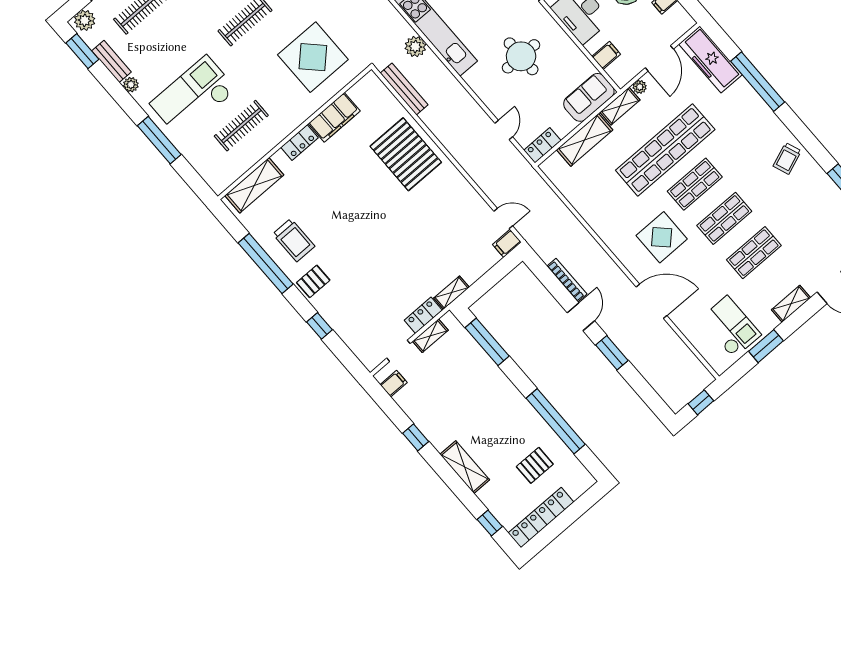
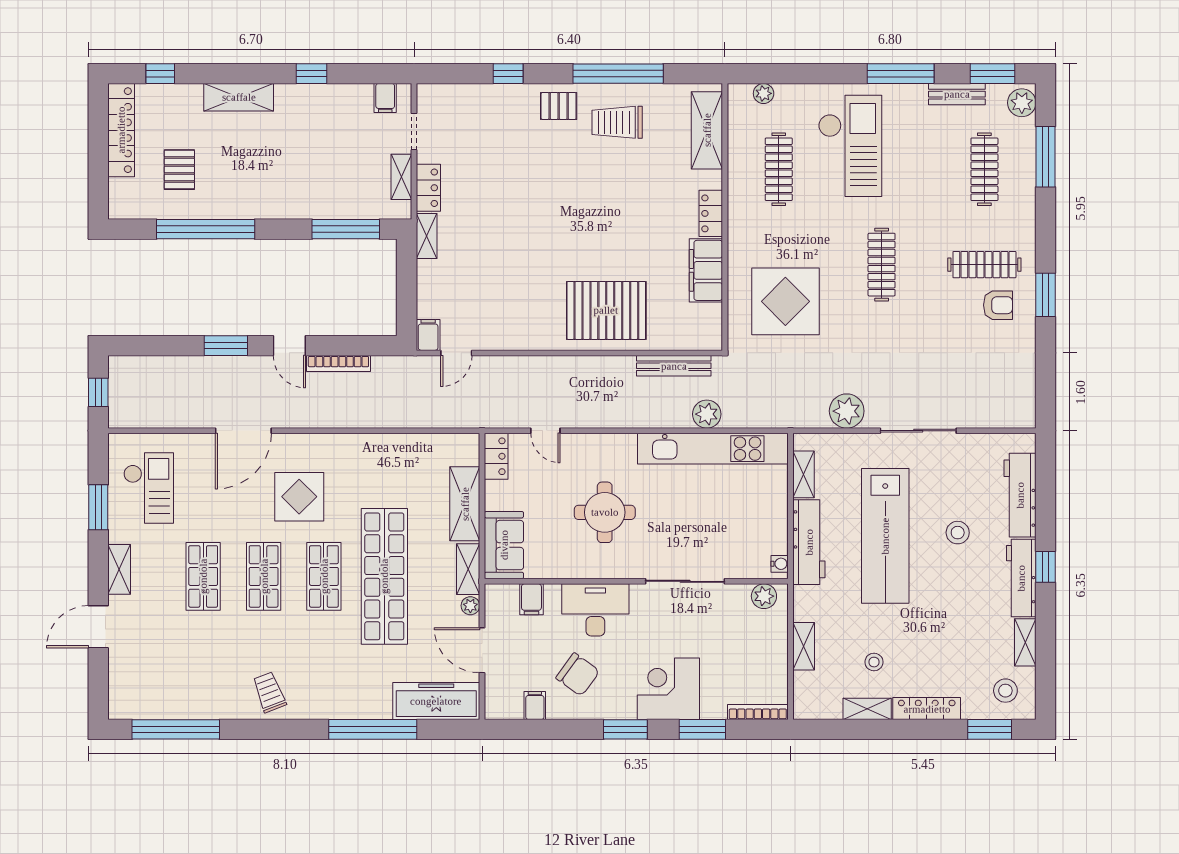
plant: (131, 85) -> (764, 93), moved
window: (159, 140) -> (901, 74), moved
pallet: (313, 281) -> (559, 106), turned 90
checkout: (730, 327) -> (149, 488), turned -90

